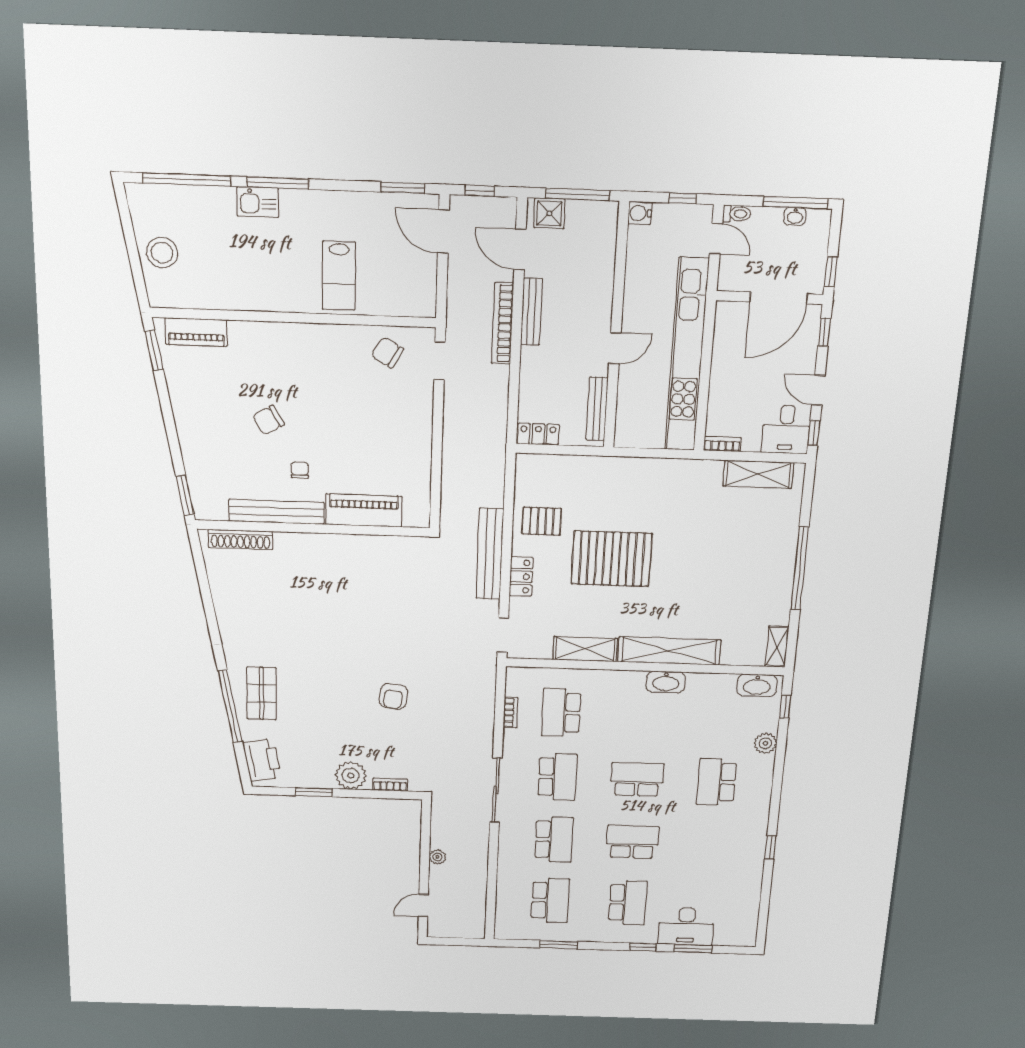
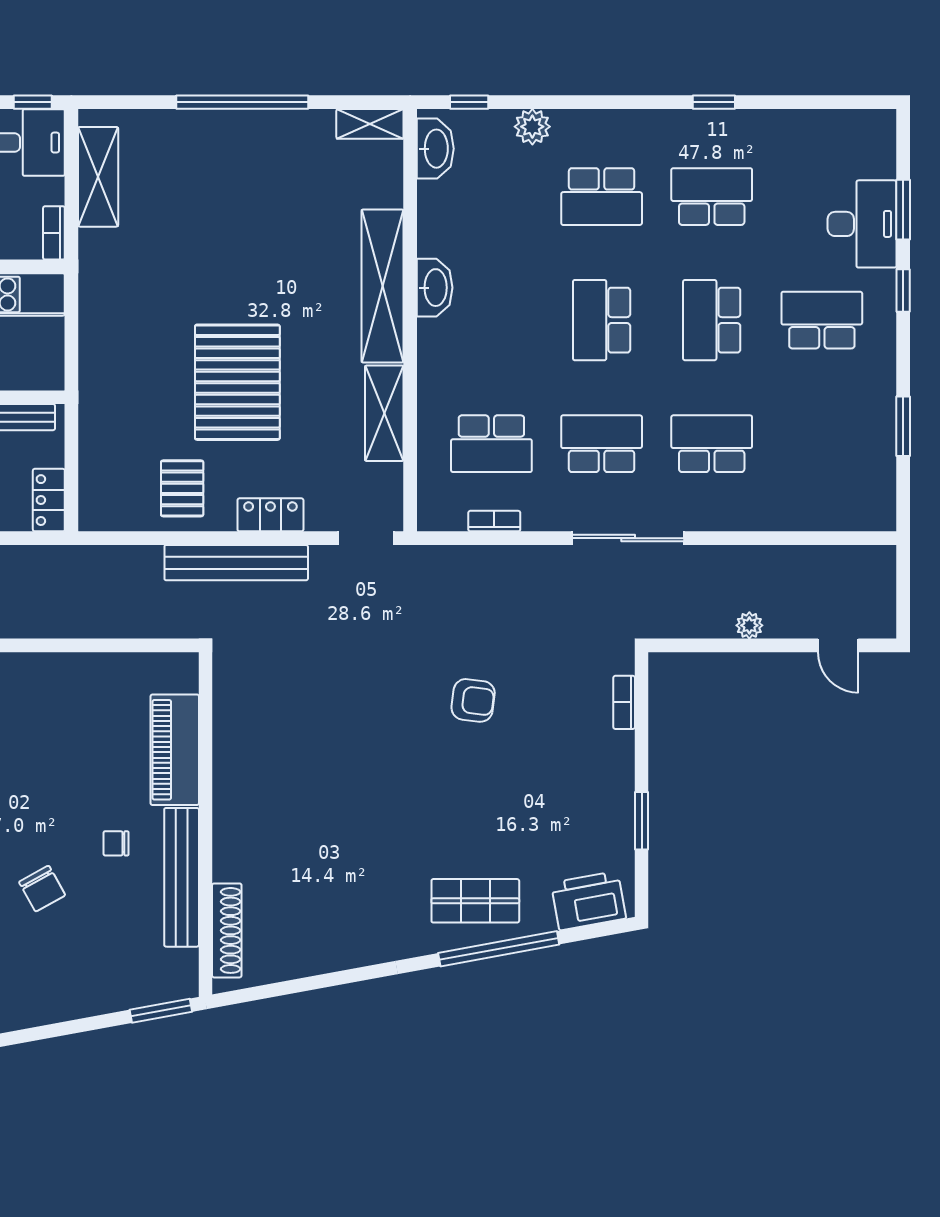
plant: (351, 775) -> (610, 764), removed
school desk: (550, 900) -> (712, 197), moved

